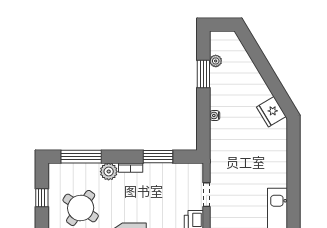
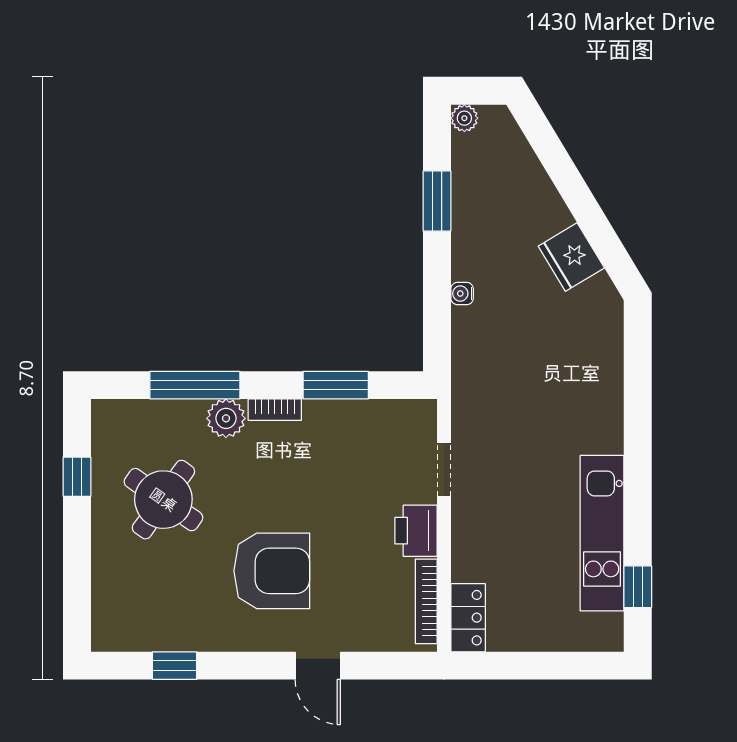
plant: (216, 61) -> (464, 118), moved
fridge: (271, 112) -> (571, 257), moved
window: (81, 157) -> (195, 385), moved

